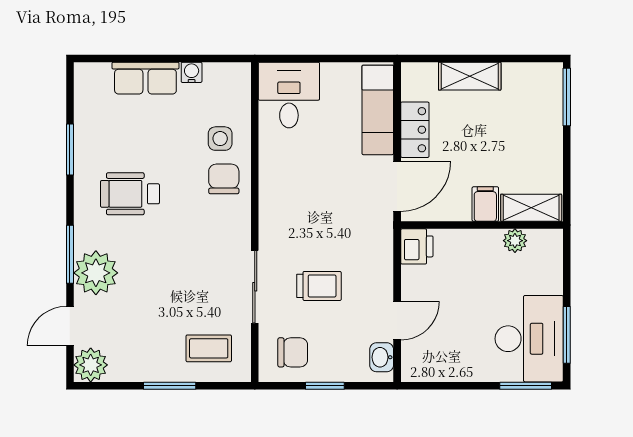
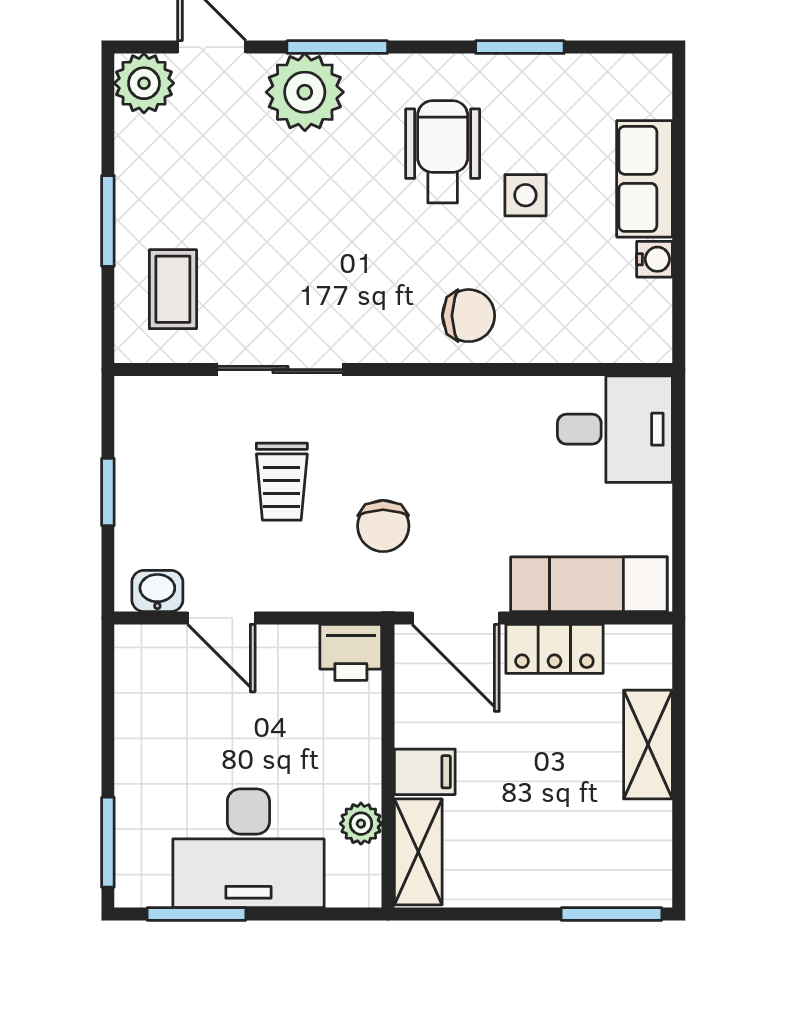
side table: (220, 139) -> (525, 195), moved
desk: (529, 339) -> (248, 848), moved
chair: (293, 352) -> (383, 526), moved

